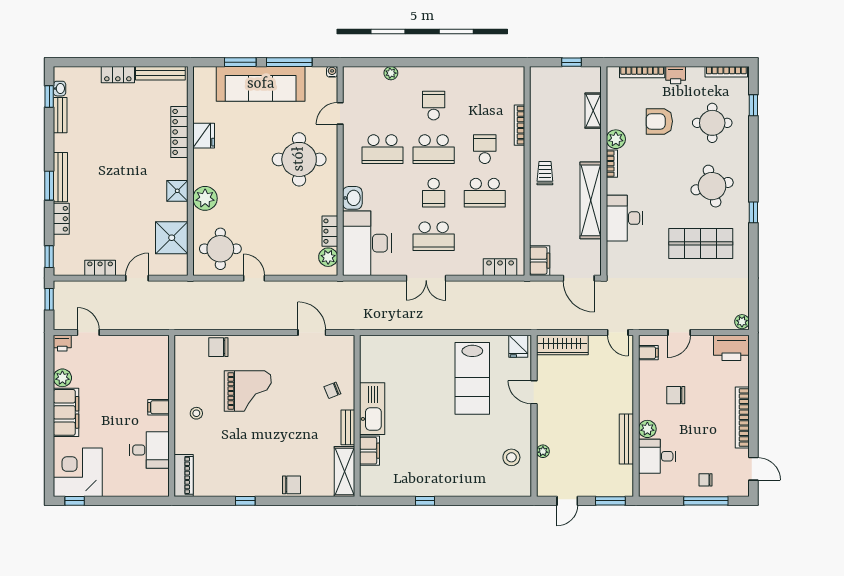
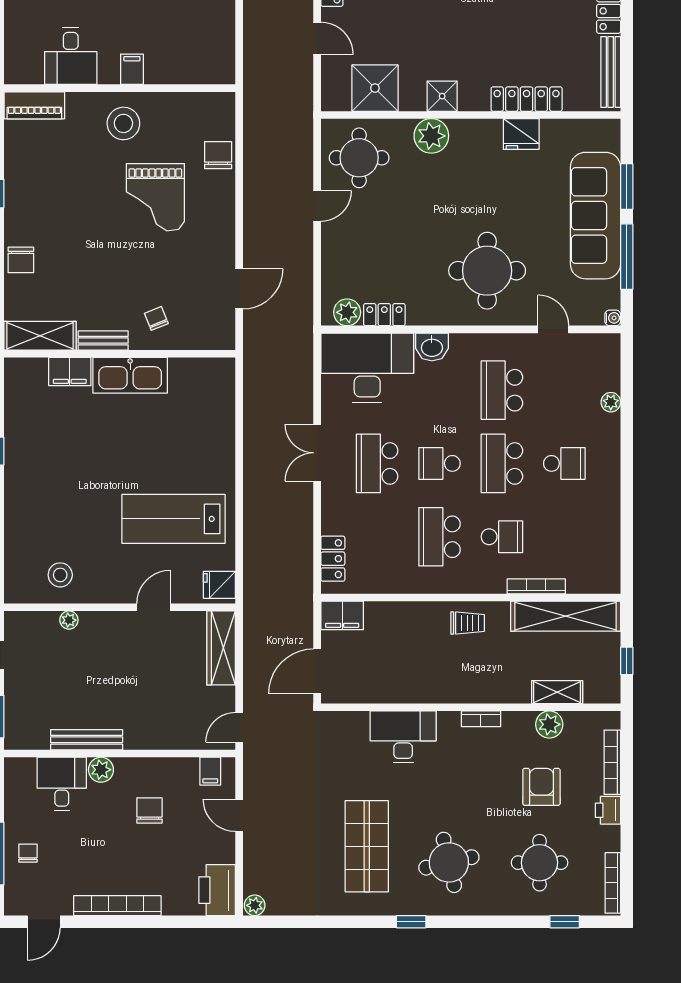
plant: (616, 139) -> (549, 724), moved
shelving: (591, 200) -> (566, 616), moved
stool: (196, 413) -> (123, 123), width x1.89, depth x1.89

